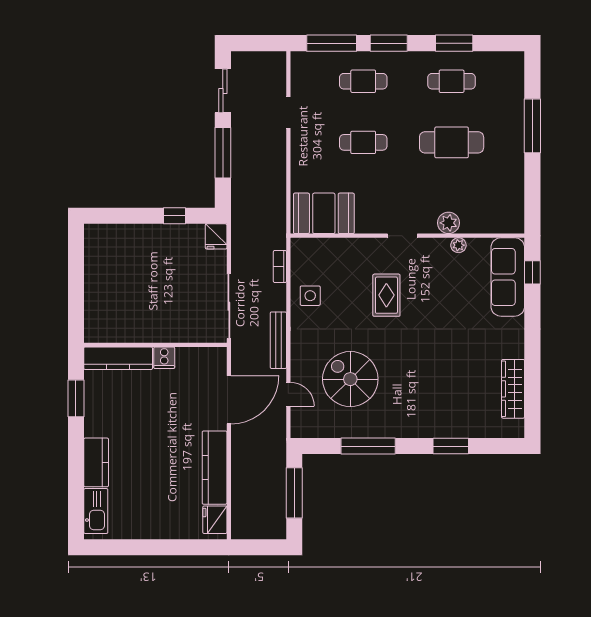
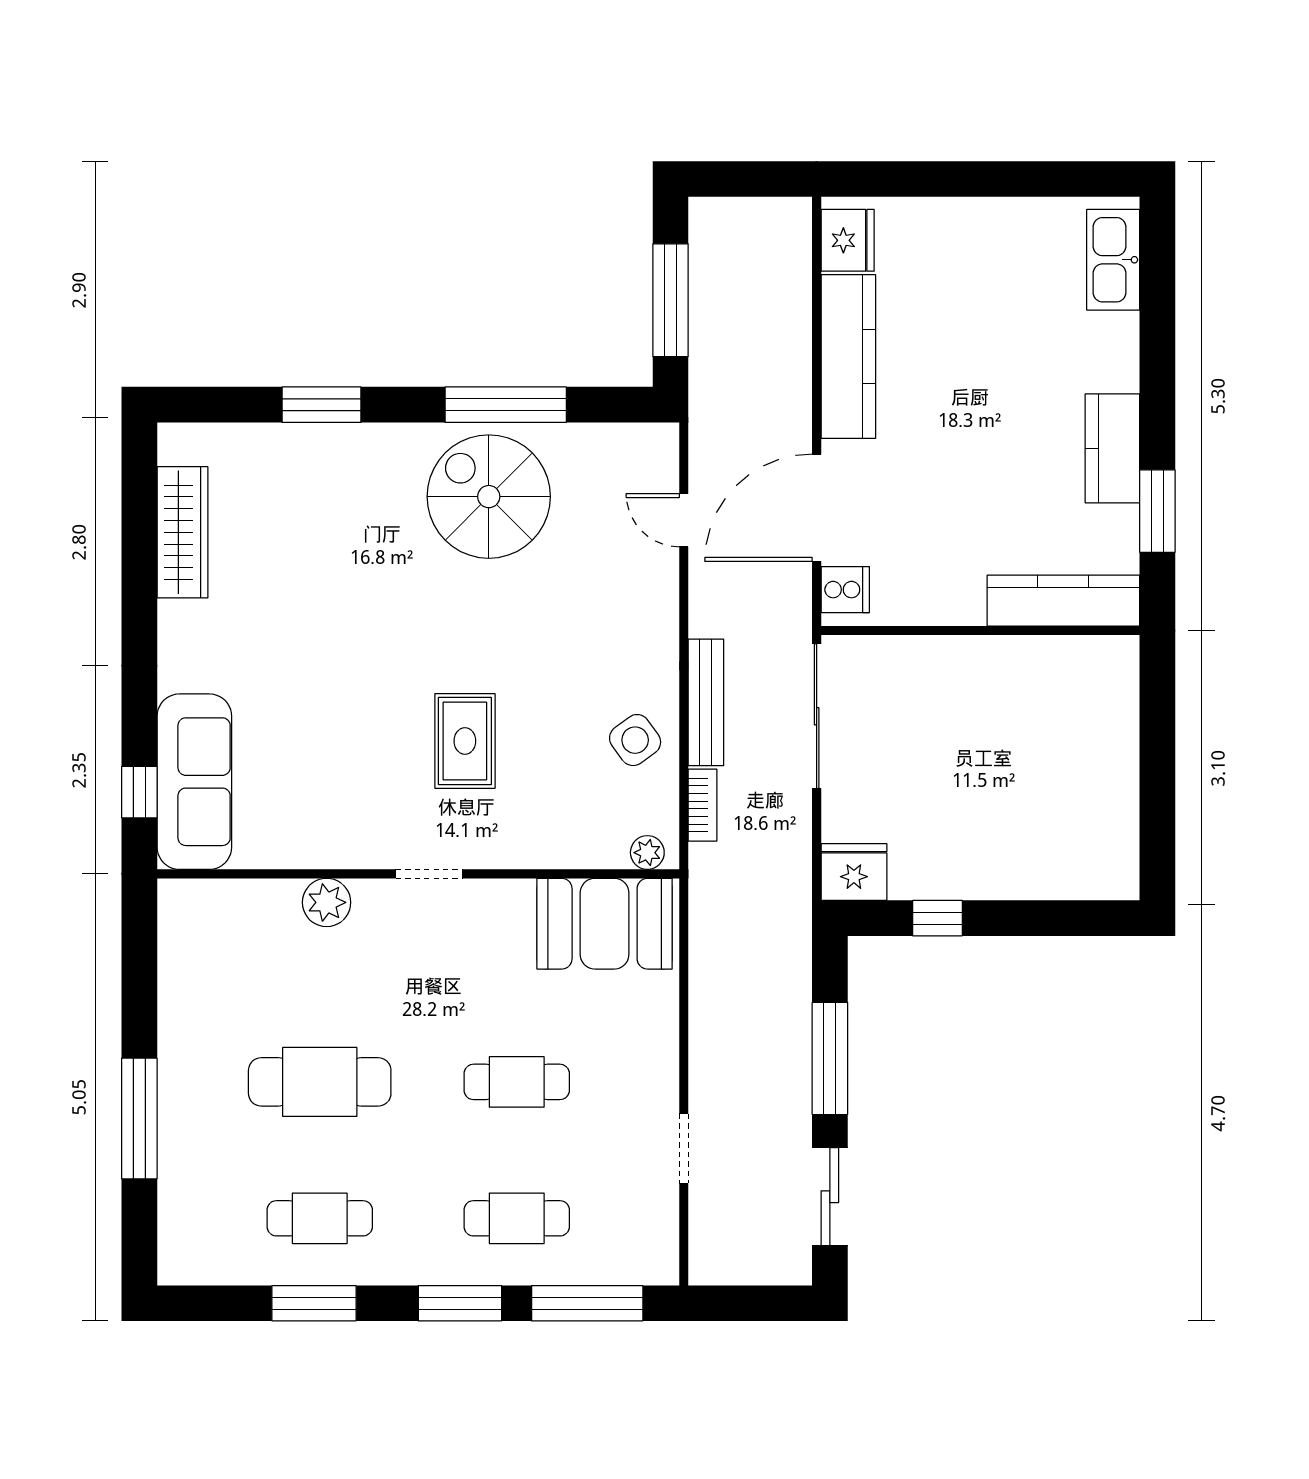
fridge: (216, 236) -> (854, 872), width x1.38
plant: (458, 245) -> (647, 853), moved
side table: (310, 296) -> (635, 740), turned -36
bench: (278, 340) -> (706, 702), moved
cooker: (164, 358) -> (845, 590), moved, turned 90
spiral stairs: (350, 379) -> (489, 497), moved, turned 180
kitchen counter: (96, 462) -> (1112, 448), moved

